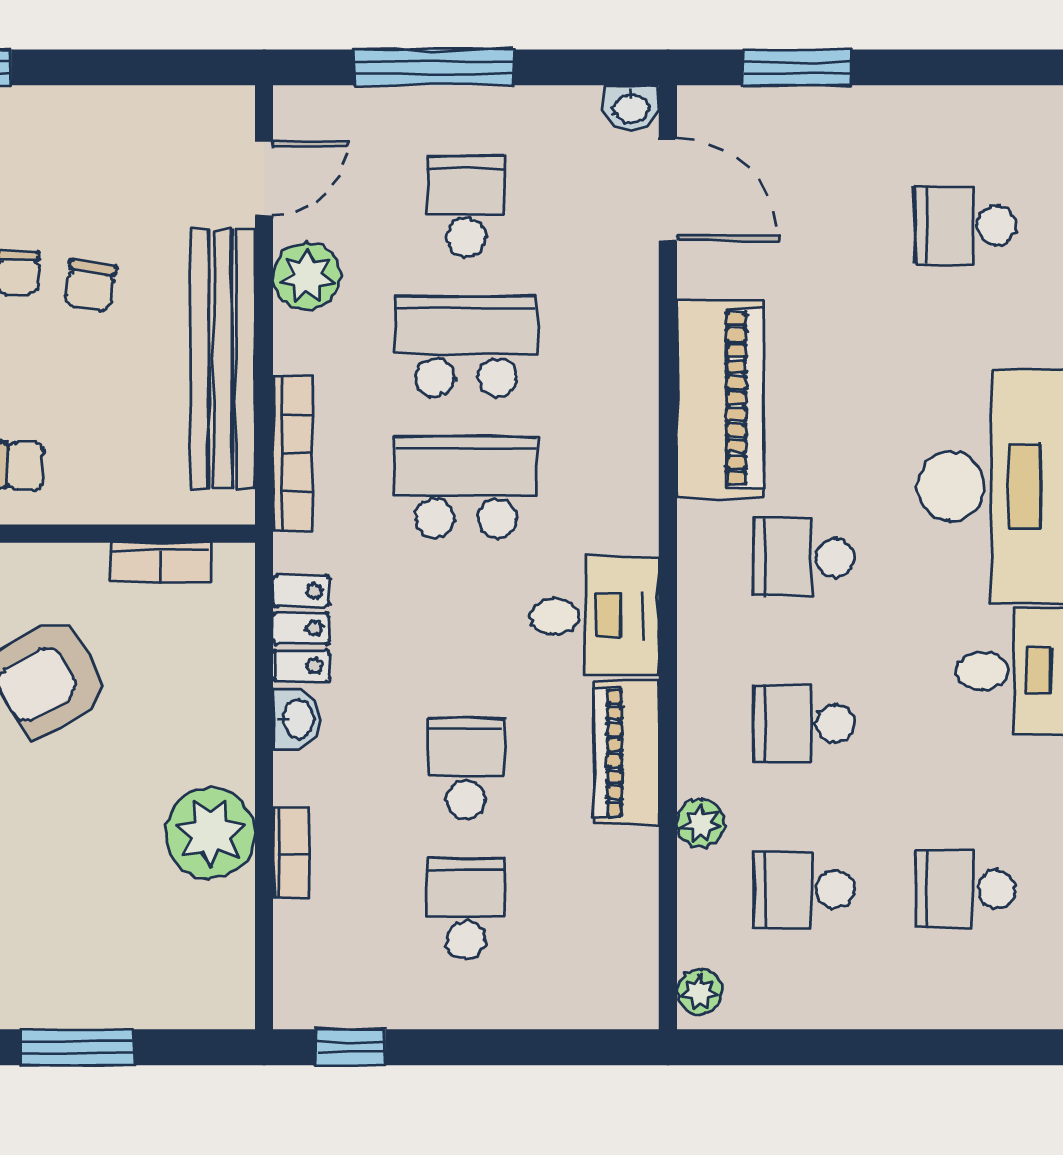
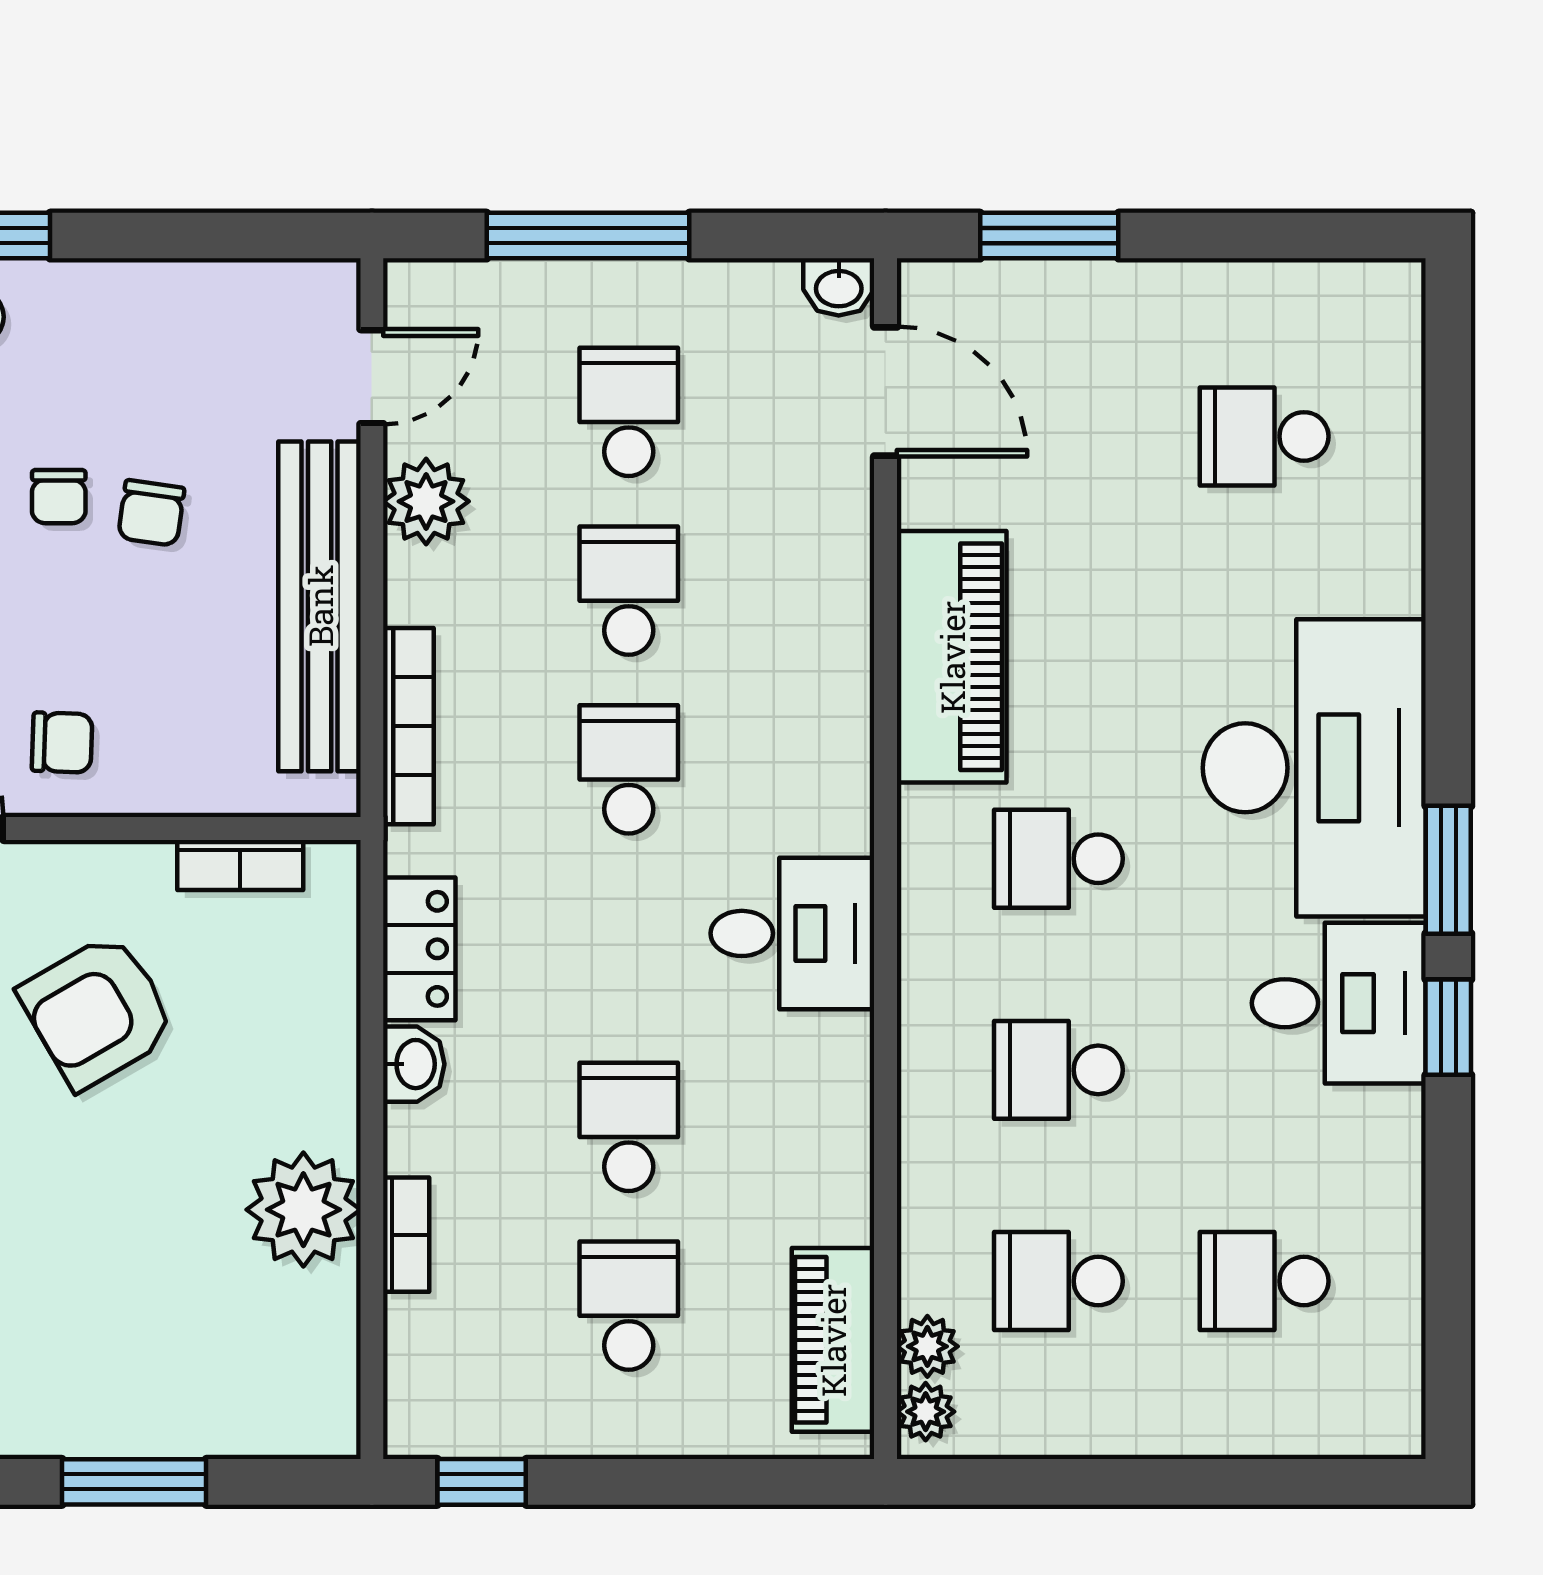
school desk: (466, 347) -> (629, 591), width x0.54
school desk: (466, 487) -> (629, 769), width x0.54
piano: (627, 753) -> (833, 1340), moved
plant: (701, 823) -> (927, 1346), moved

